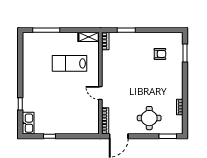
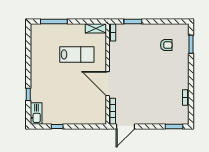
lab bench: (69, 63) -> (77, 54), turned 180
door: (100, 93) -> (108, 84), width x1.87
round table: (149, 118) -> (156, 108), removed

